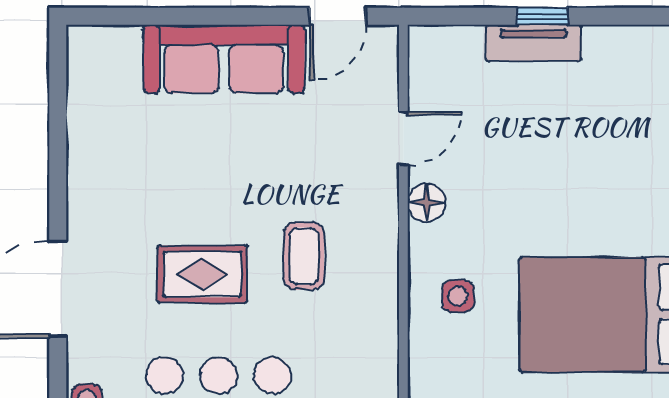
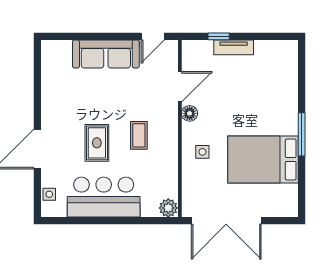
window: (542, 16) -> (219, 36), moved
door: (403, 138) -> (180, 87), width x1.38
rug: (202, 274) -> (97, 143), turned 90

